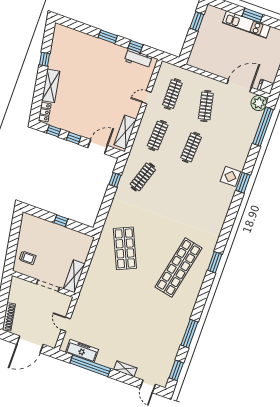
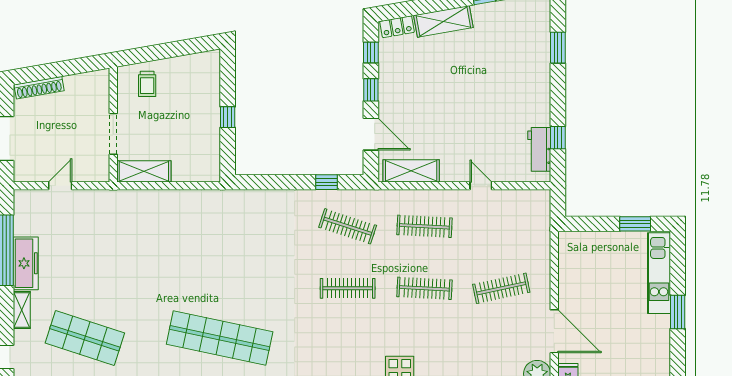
kitchen unit: (246, 25) -> (659, 273), moved
window: (108, 37) -> (558, 48), moved
clothes rail: (172, 94) -> (348, 288), moved
shop shelf: (125, 248) -> (85, 338), moved, turned 42
freezer: (82, 351) -> (26, 263), moved

